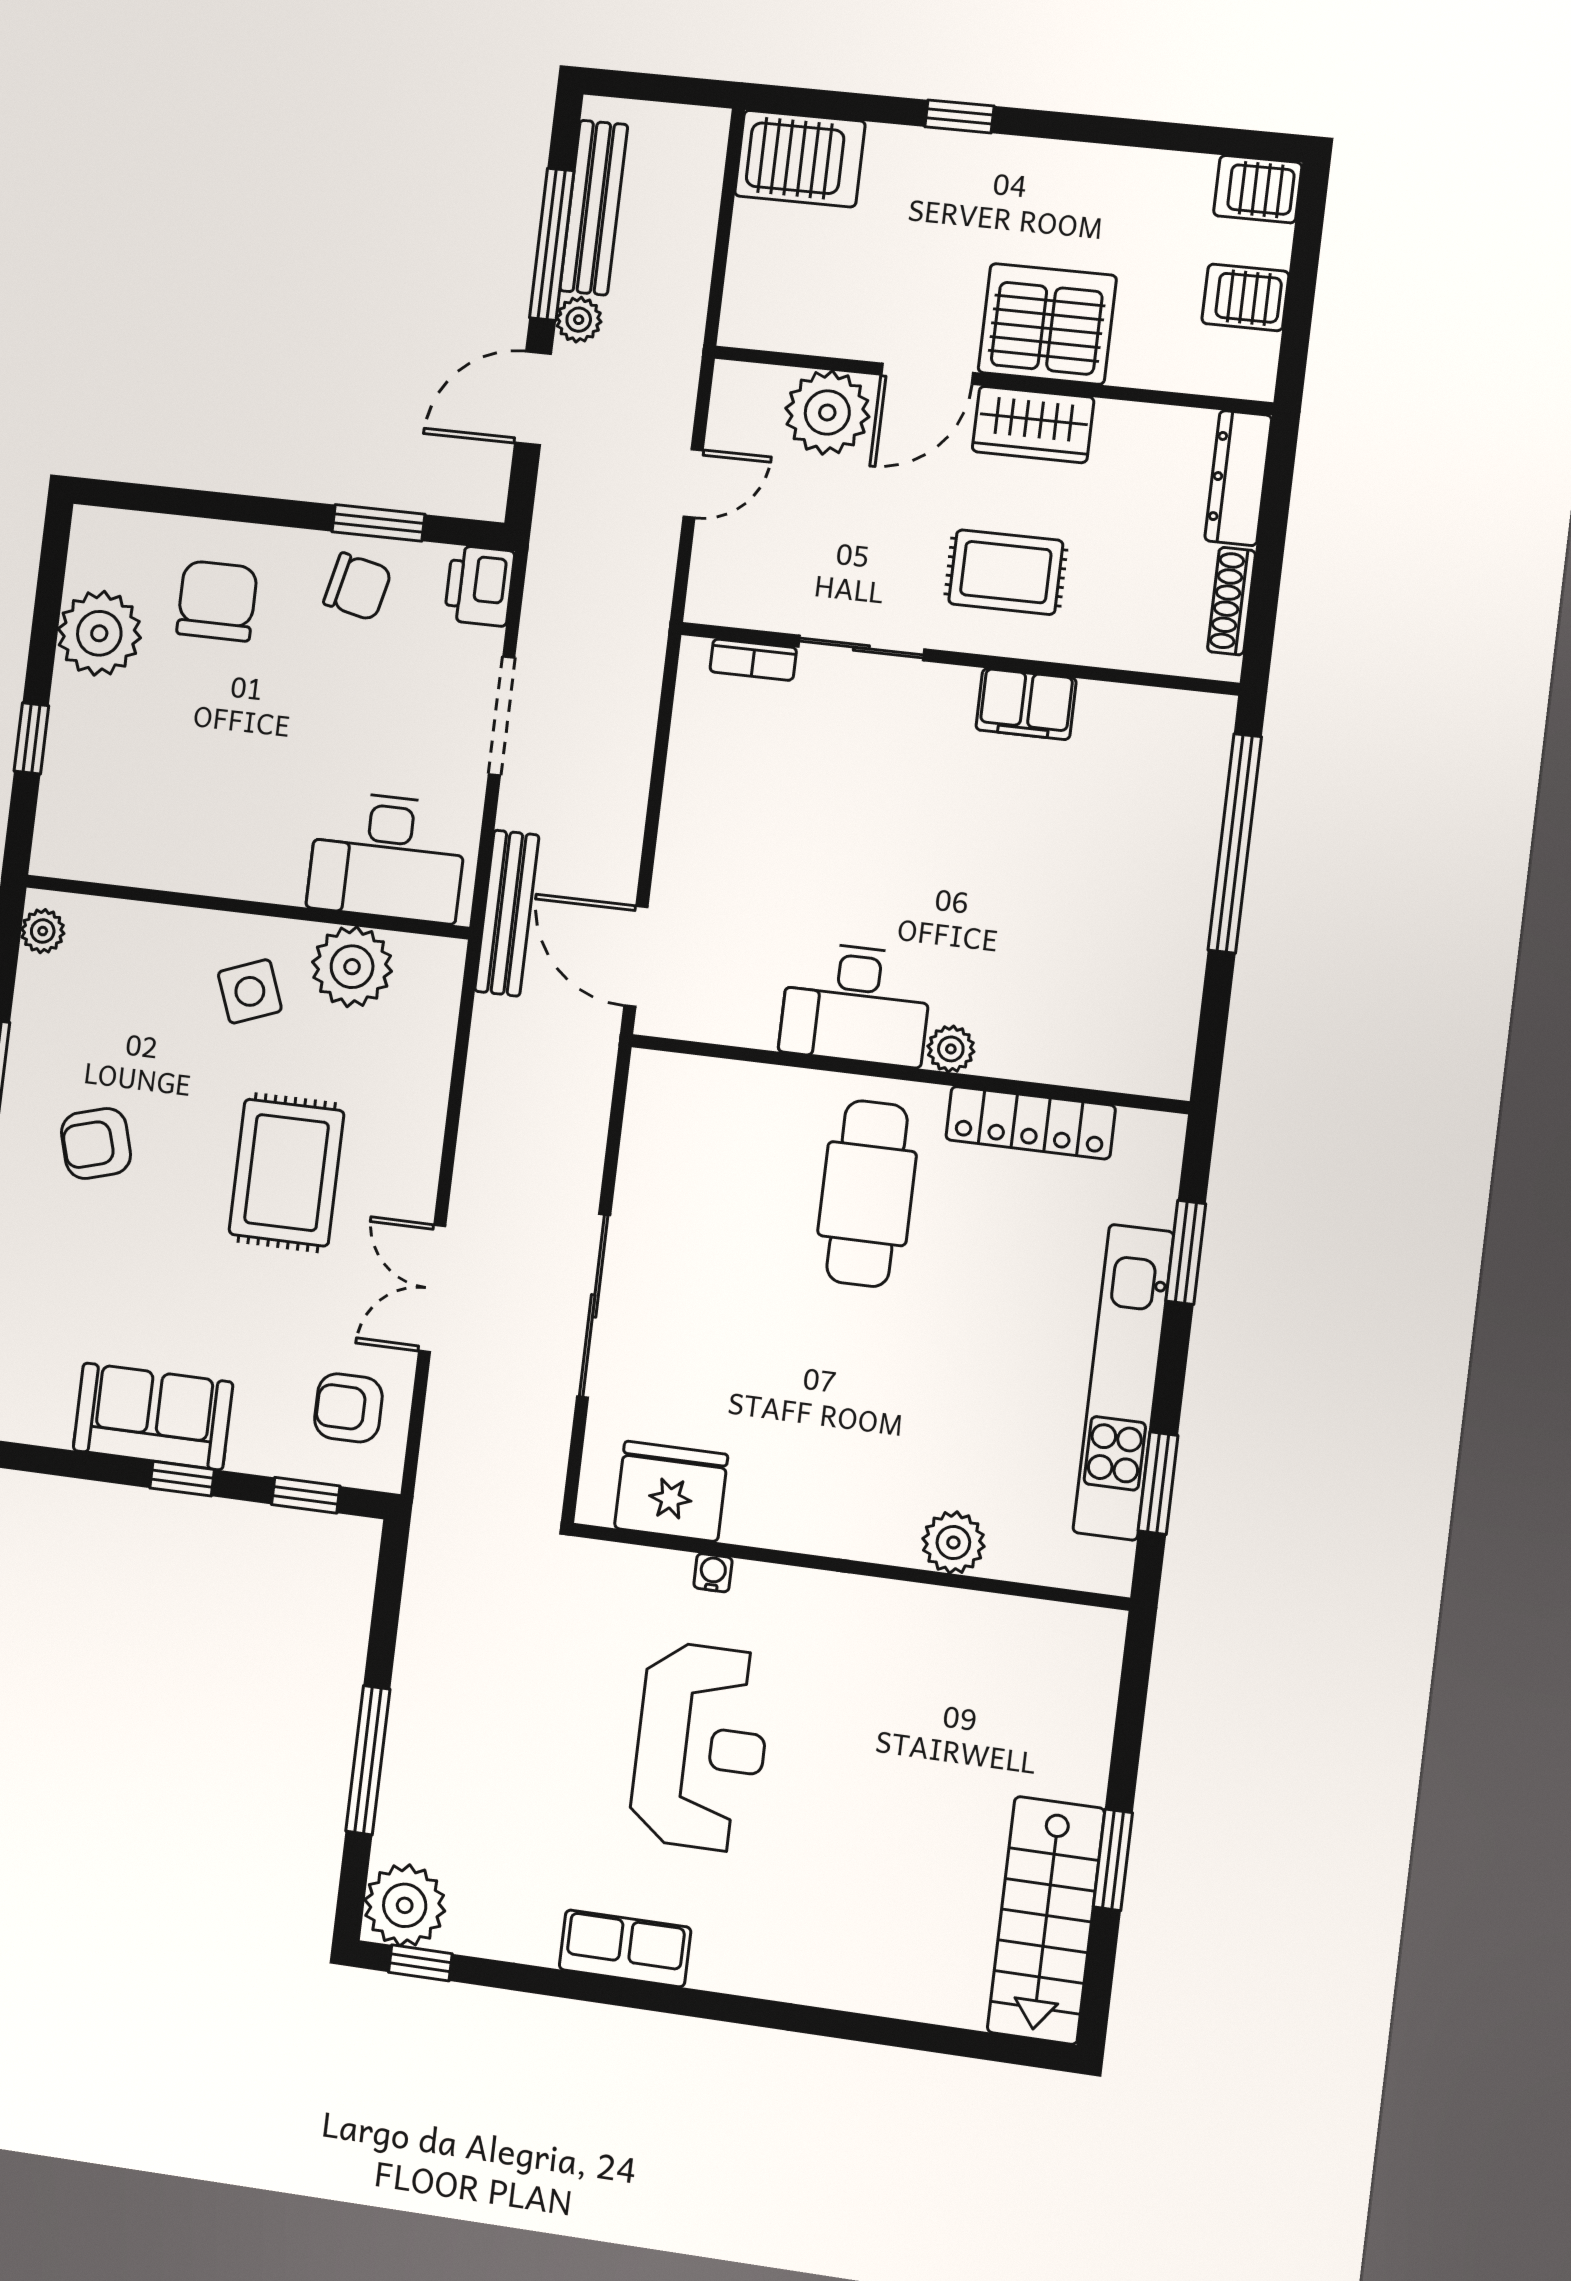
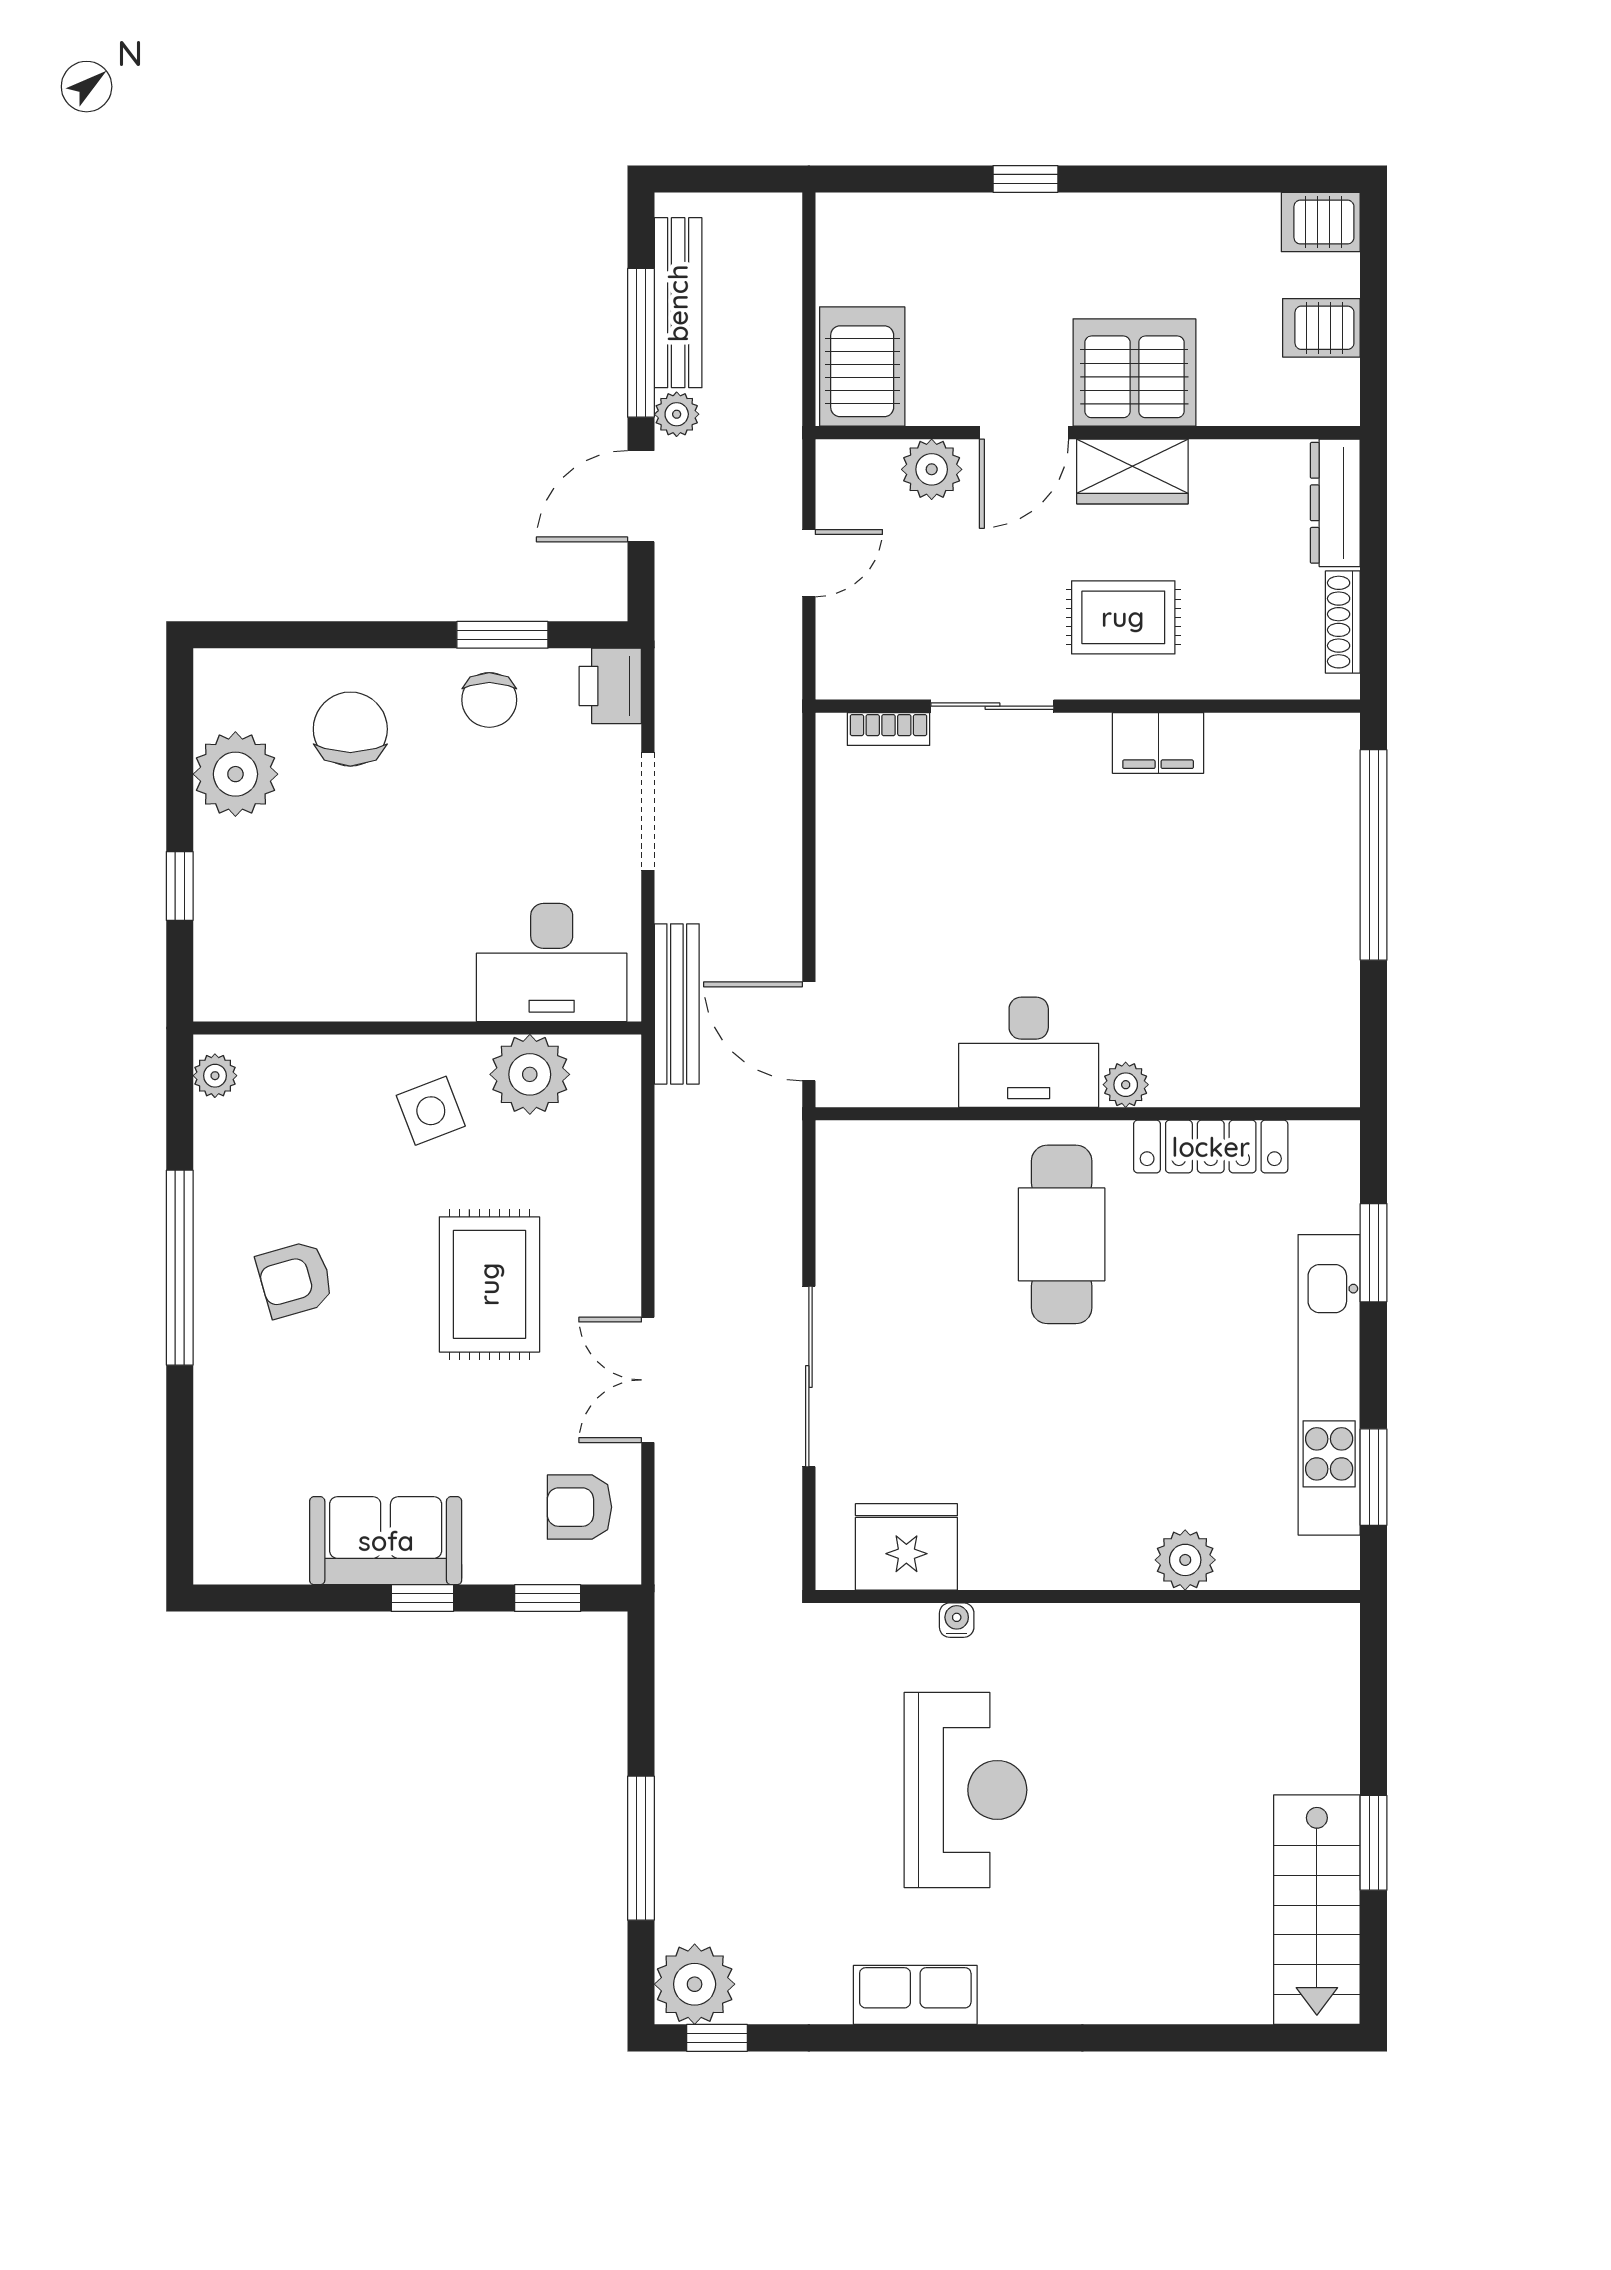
server rack: (800, 159) -> (862, 366), moved, turned -90
plant: (827, 412) -> (932, 469), width x0.73, depth x0.73
chair: (358, 587) -> (489, 700), turned 77

